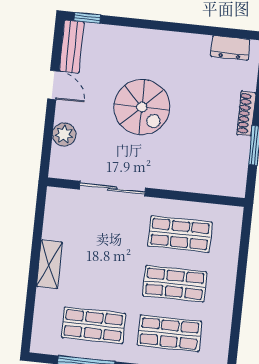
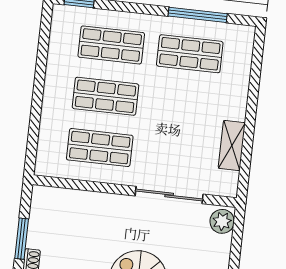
plant: (64, 134) -> (222, 221), moved
shelving: (49, 264) -> (232, 145), moved

